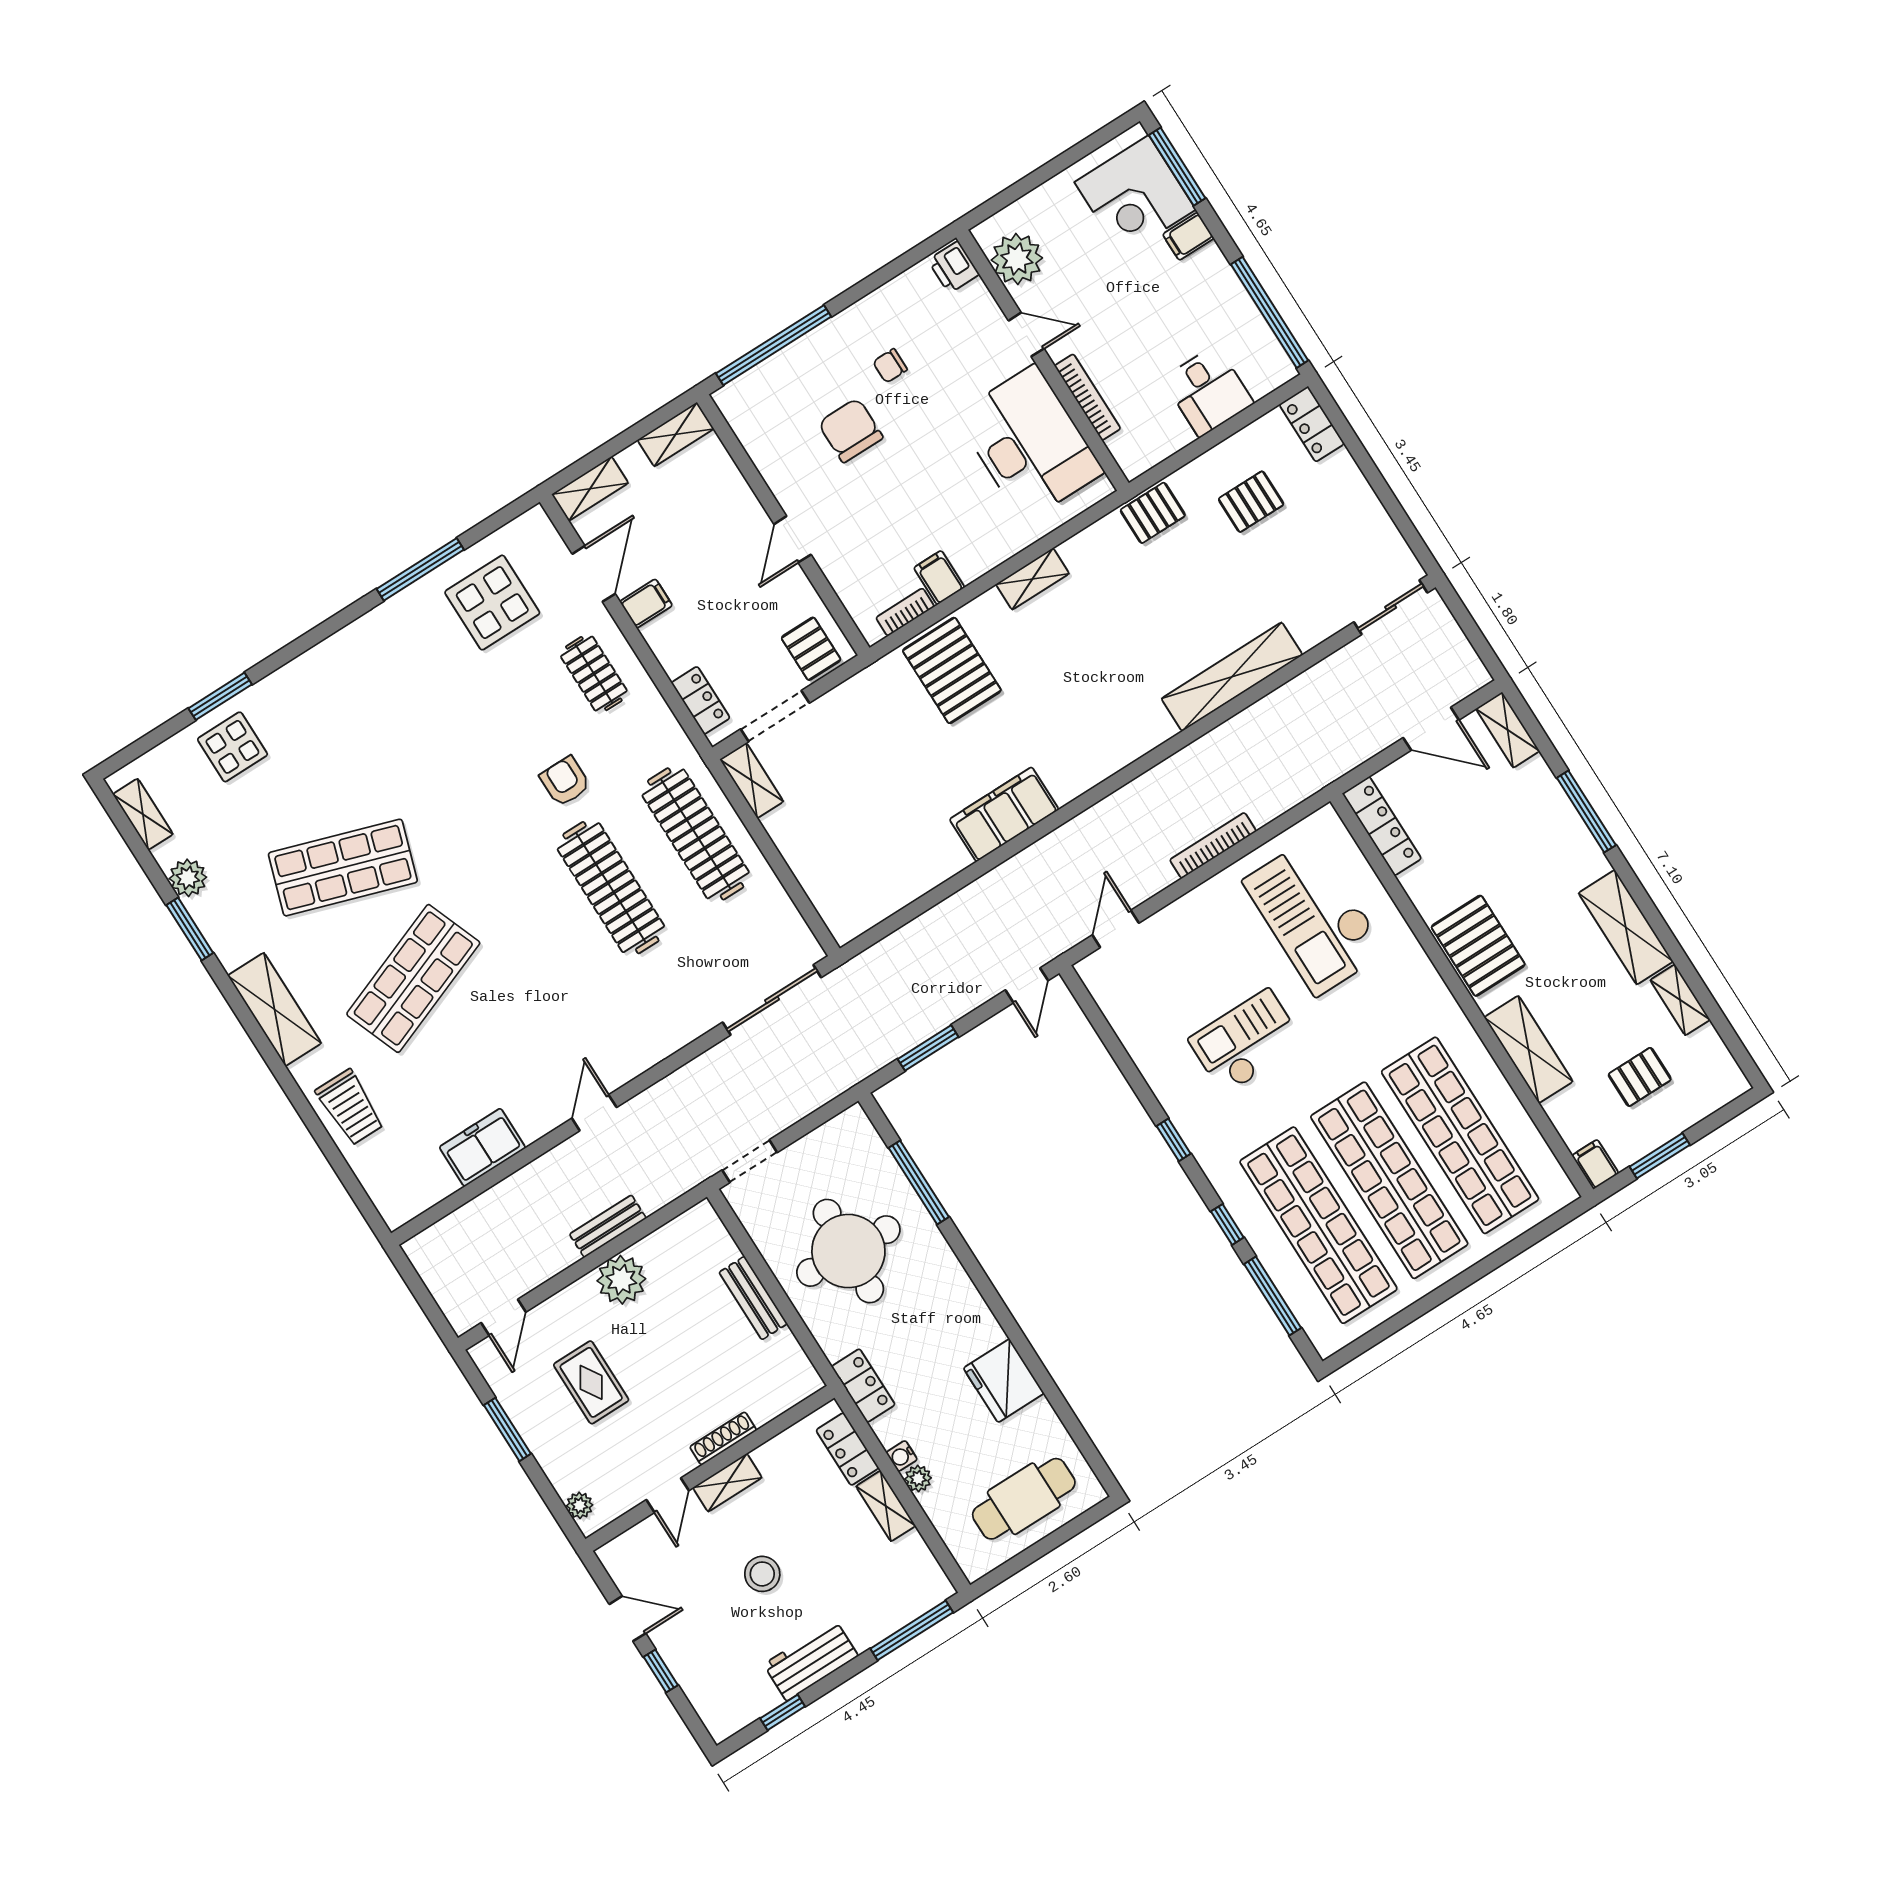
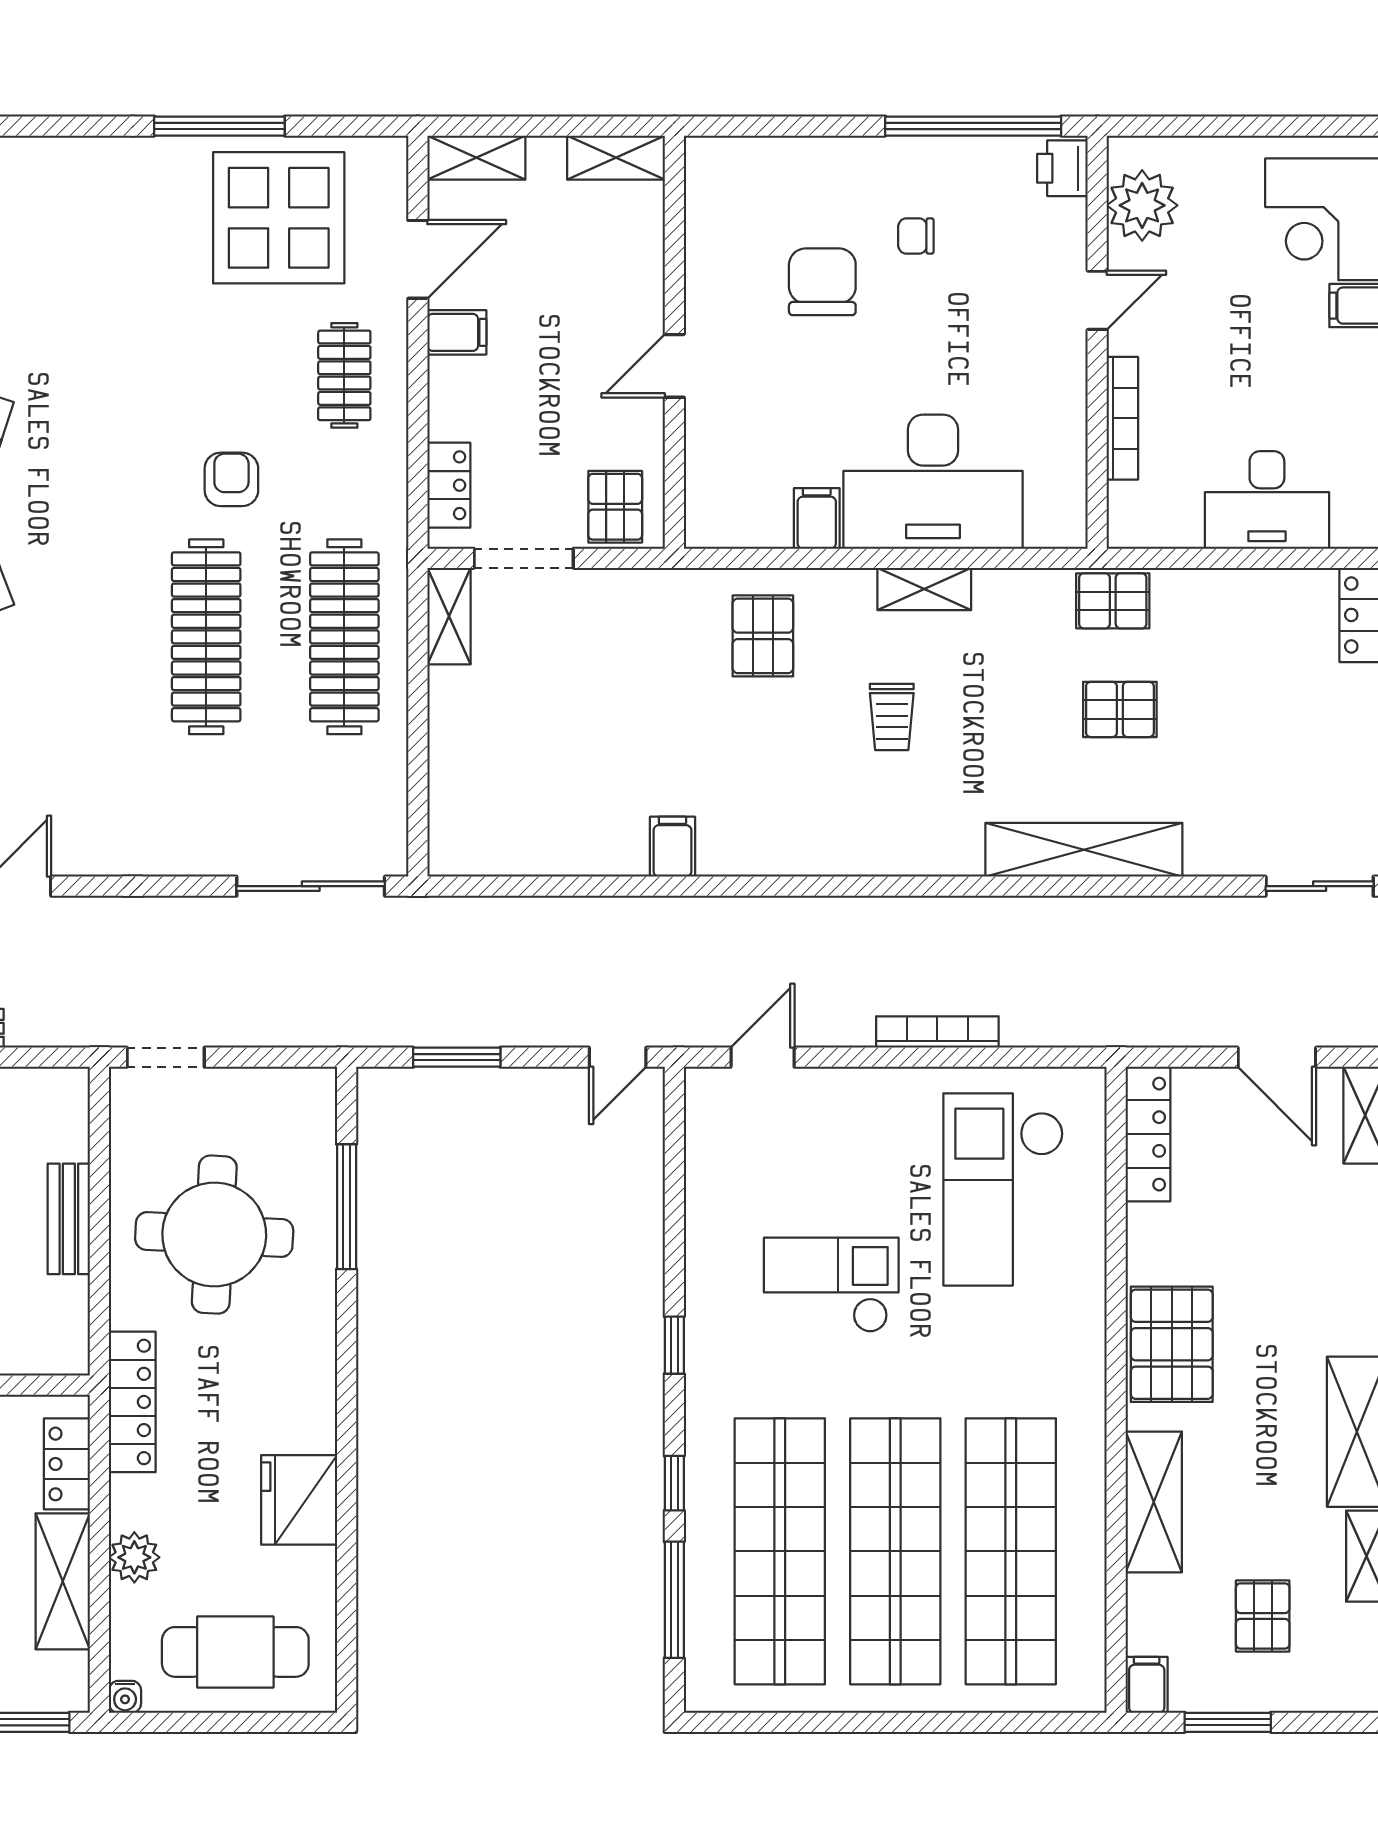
door: (1026, 335) -> (1097, 300), hinge flipped
window: (774, 345) -> (973, 126), moved
desk: (1208, 391) -> (1267, 500), width x1.37
desk: (1029, 444) -> (933, 482), moved, turned 90
pallet: (1251, 502) -> (1120, 709), moved
display table: (492, 603) -> (279, 218), width x1.36, depth x1.36
bookcase: (905, 612) -> (752, 533), removed
pallet: (952, 670) -> (763, 636), width x0.67, depth x0.71
trolley: (1062, 670) -> (892, 717), added
filing cabinet: (1004, 814) -> (672, 847), width x0.33, depth x0.86
pallet: (1640, 1077) -> (1263, 1616), turned 90
locker: (863, 1386) -> (132, 1402), width x1.53
water cooler: (902, 1456) -> (125, 1697), moved, turned -90
plant: (918, 1479) -> (134, 1557), width x1.38, depth x1.38
shelving: (886, 1506) -> (63, 1581), width x1.50, depth x1.33

